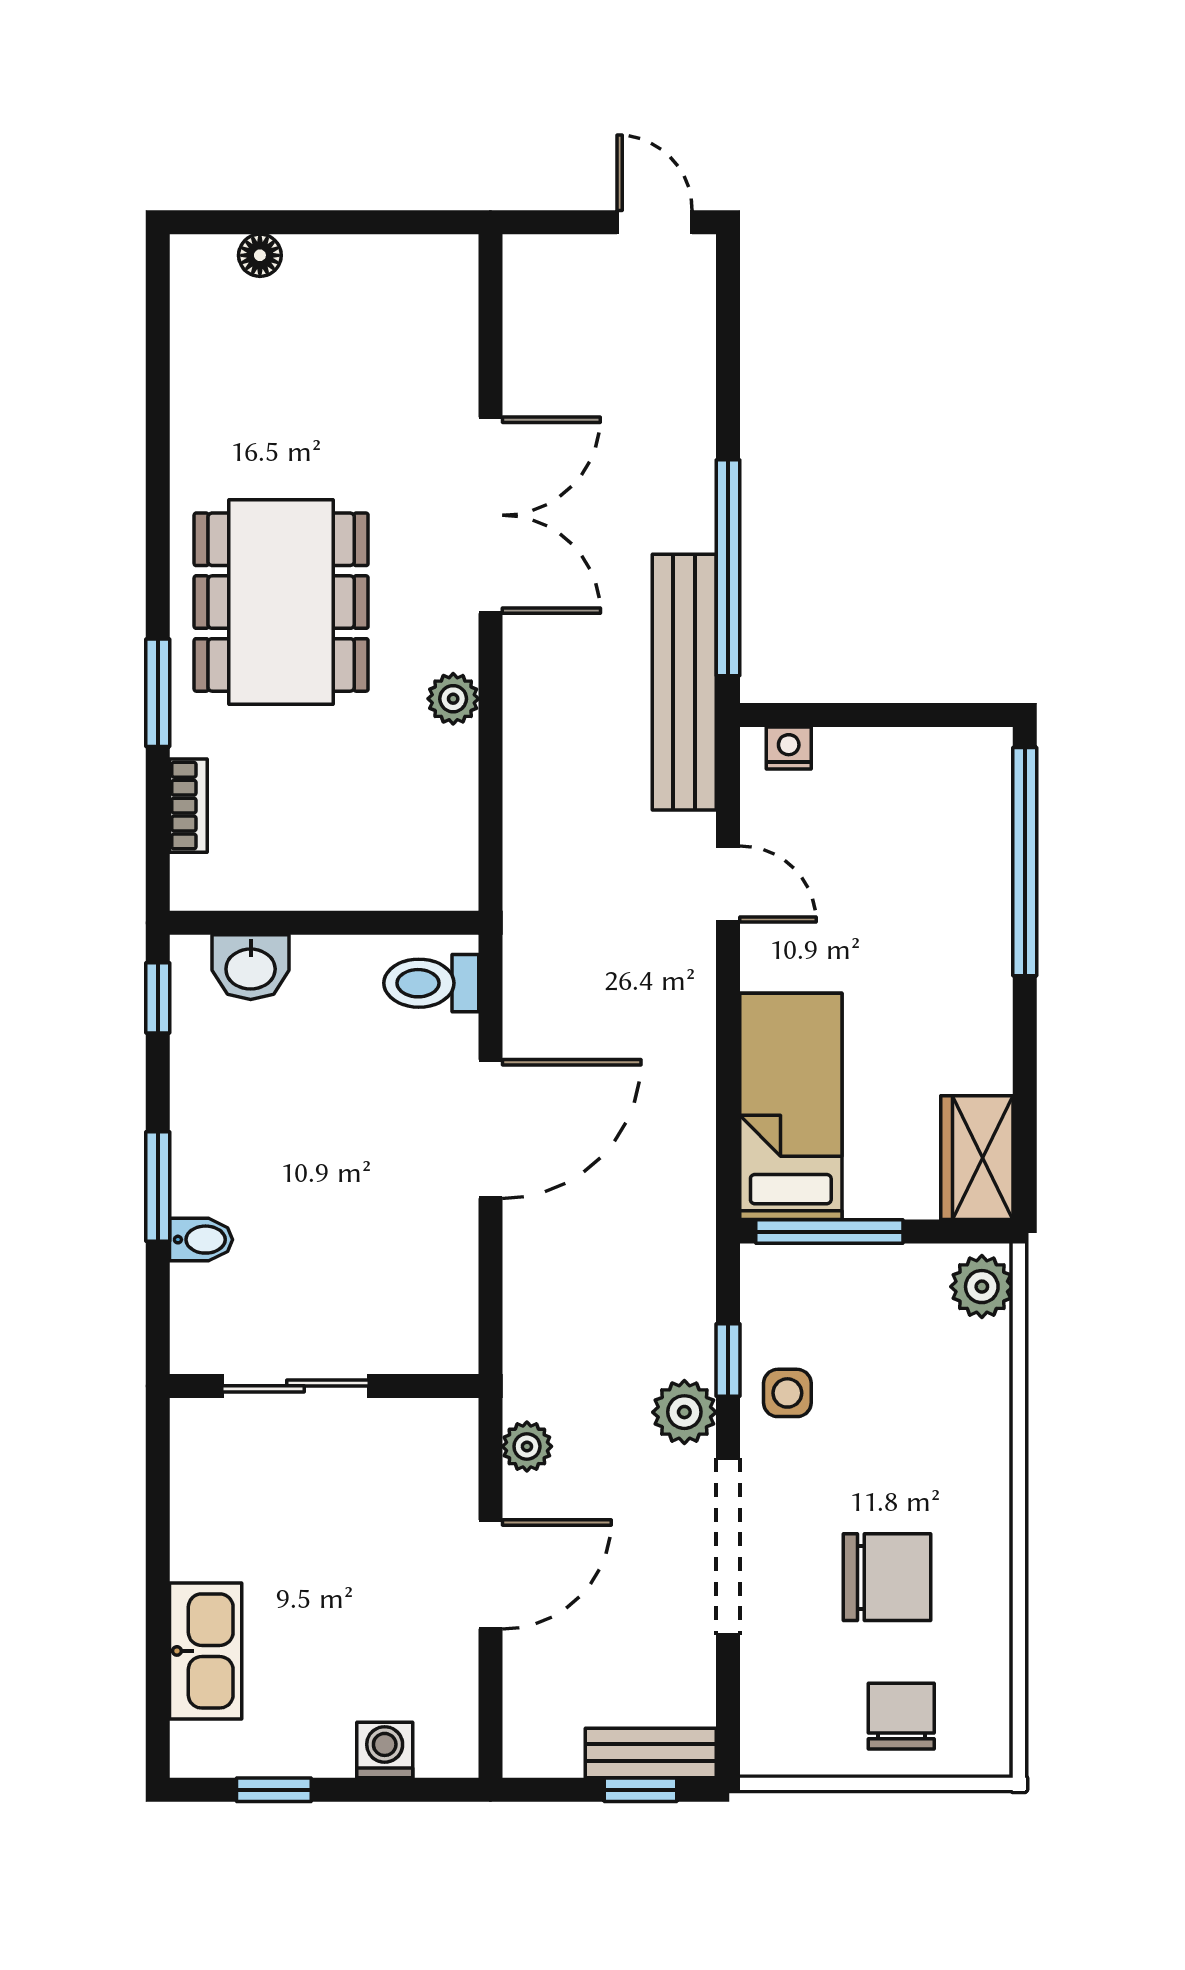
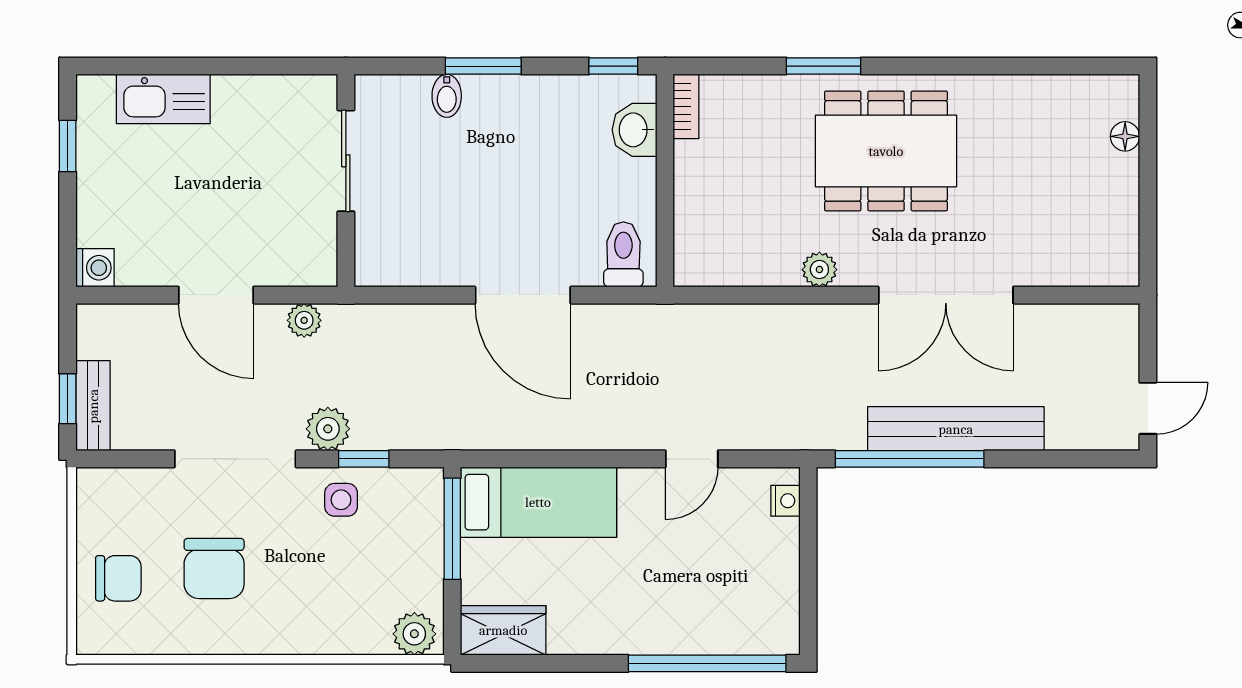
bench: (684, 682) -> (956, 429), moved
bookcase: (188, 806) -> (686, 106), moved, turned -90
washing machine: (385, 1750) -> (95, 268), moved

